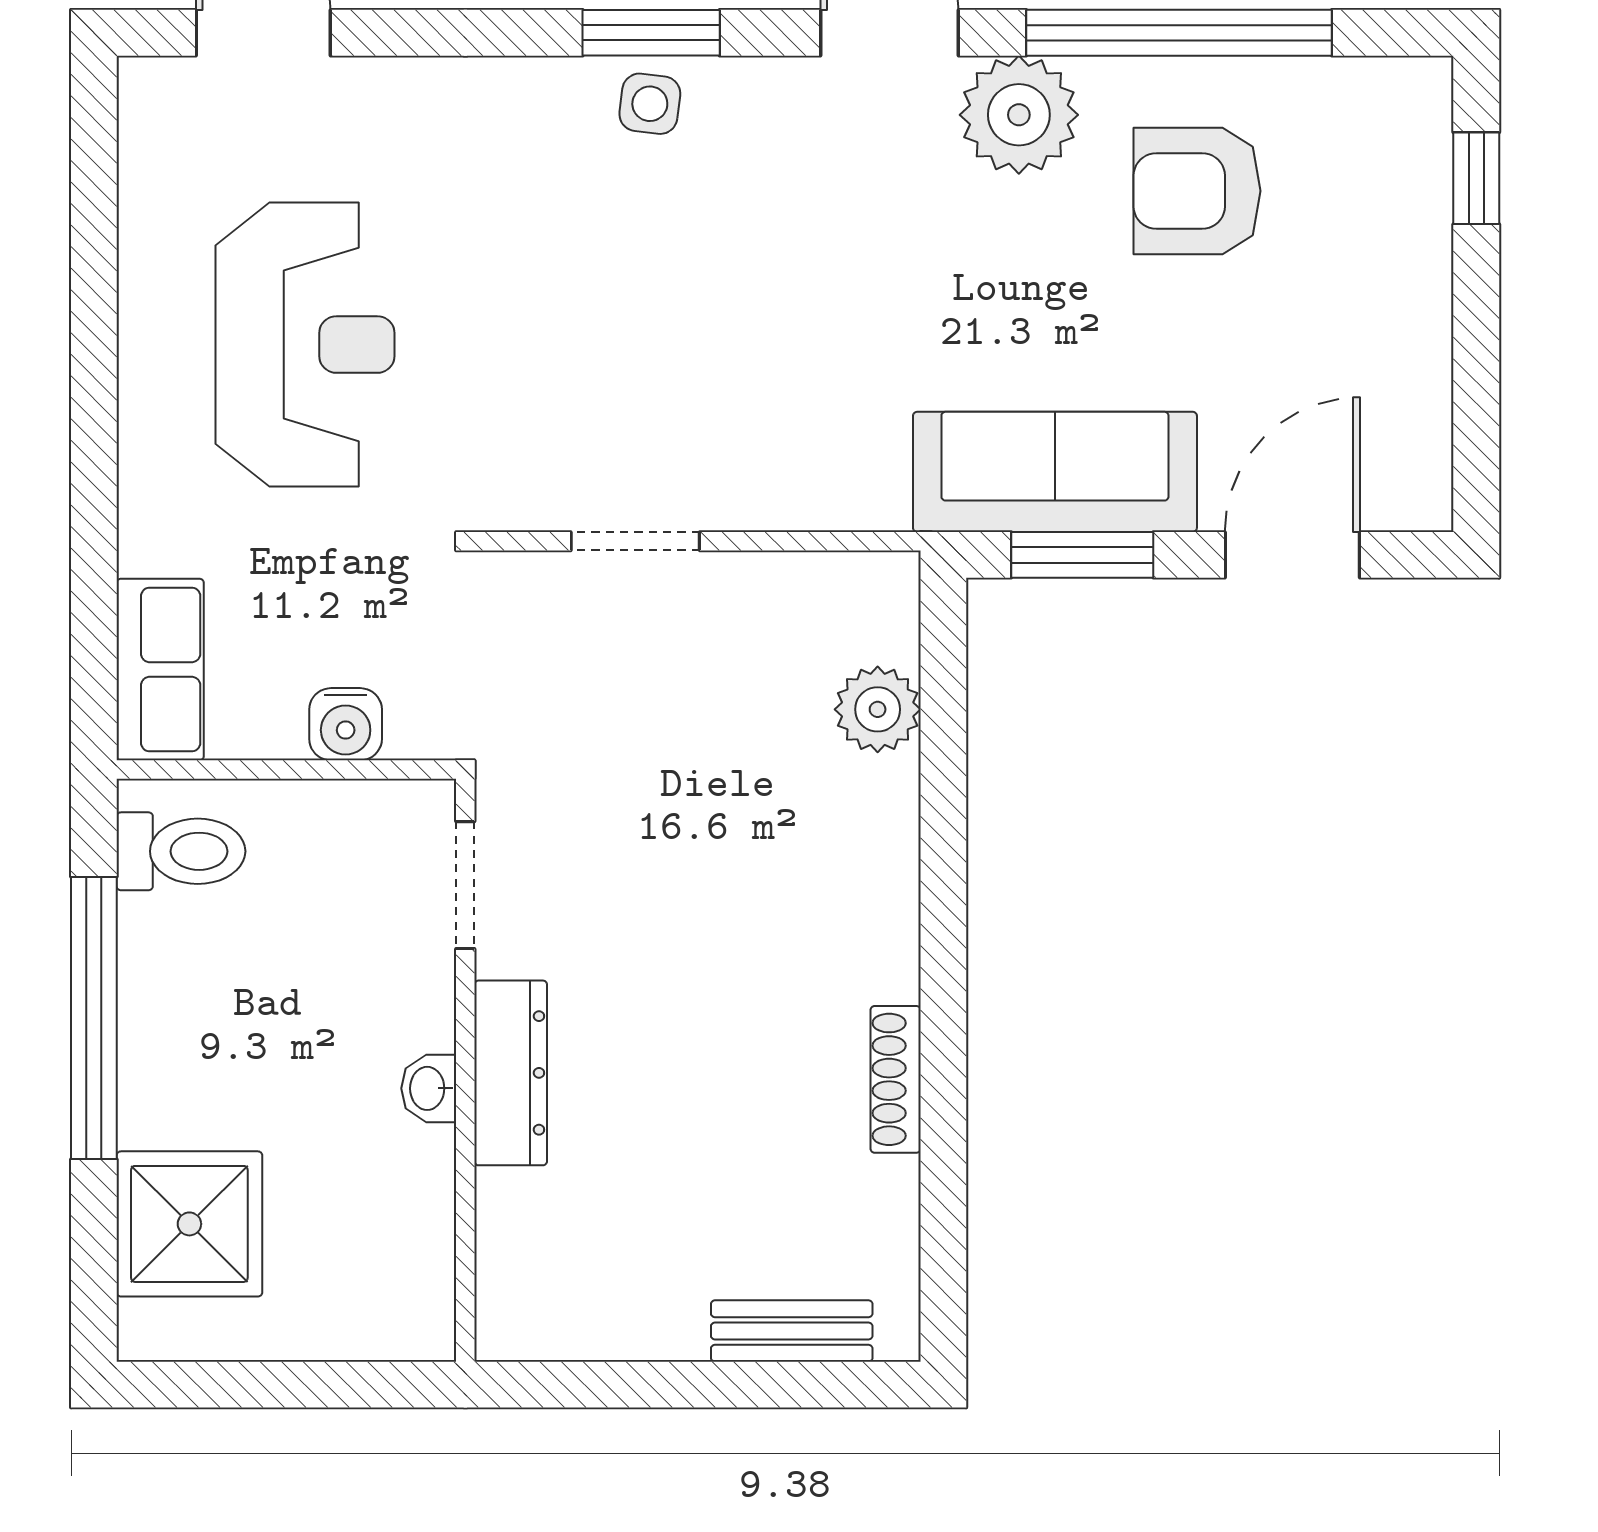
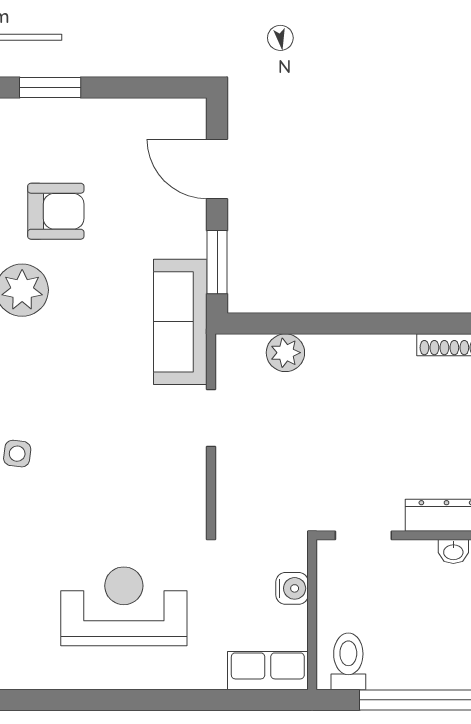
window: (1476, 178) -> (50, 88), width x1.50
armchair: (1197, 191) -> (56, 211), turned -90
sofa: (1055, 472) -> (180, 322), moved
doorway: (635, 541) -> (211, 418), moved

